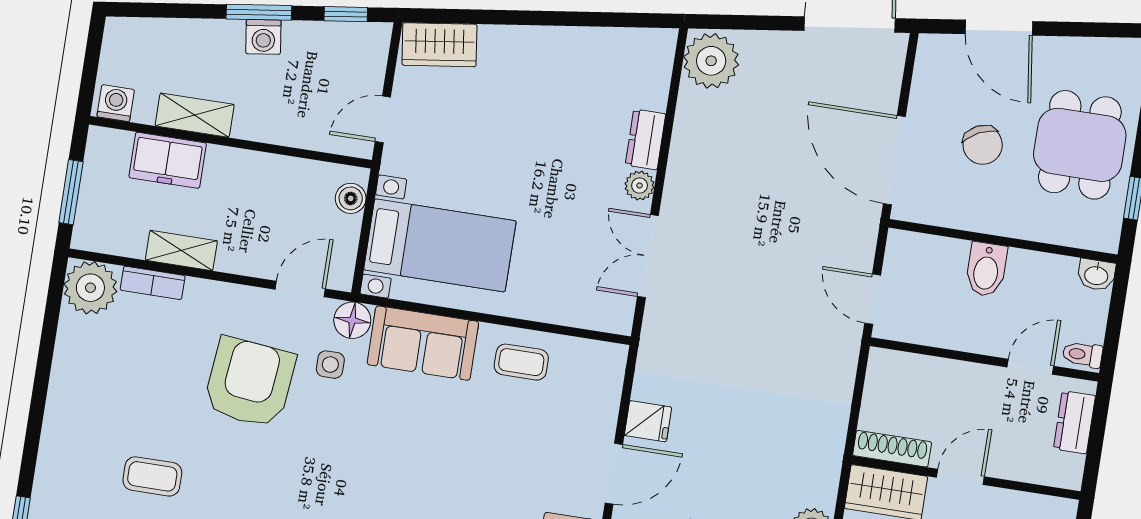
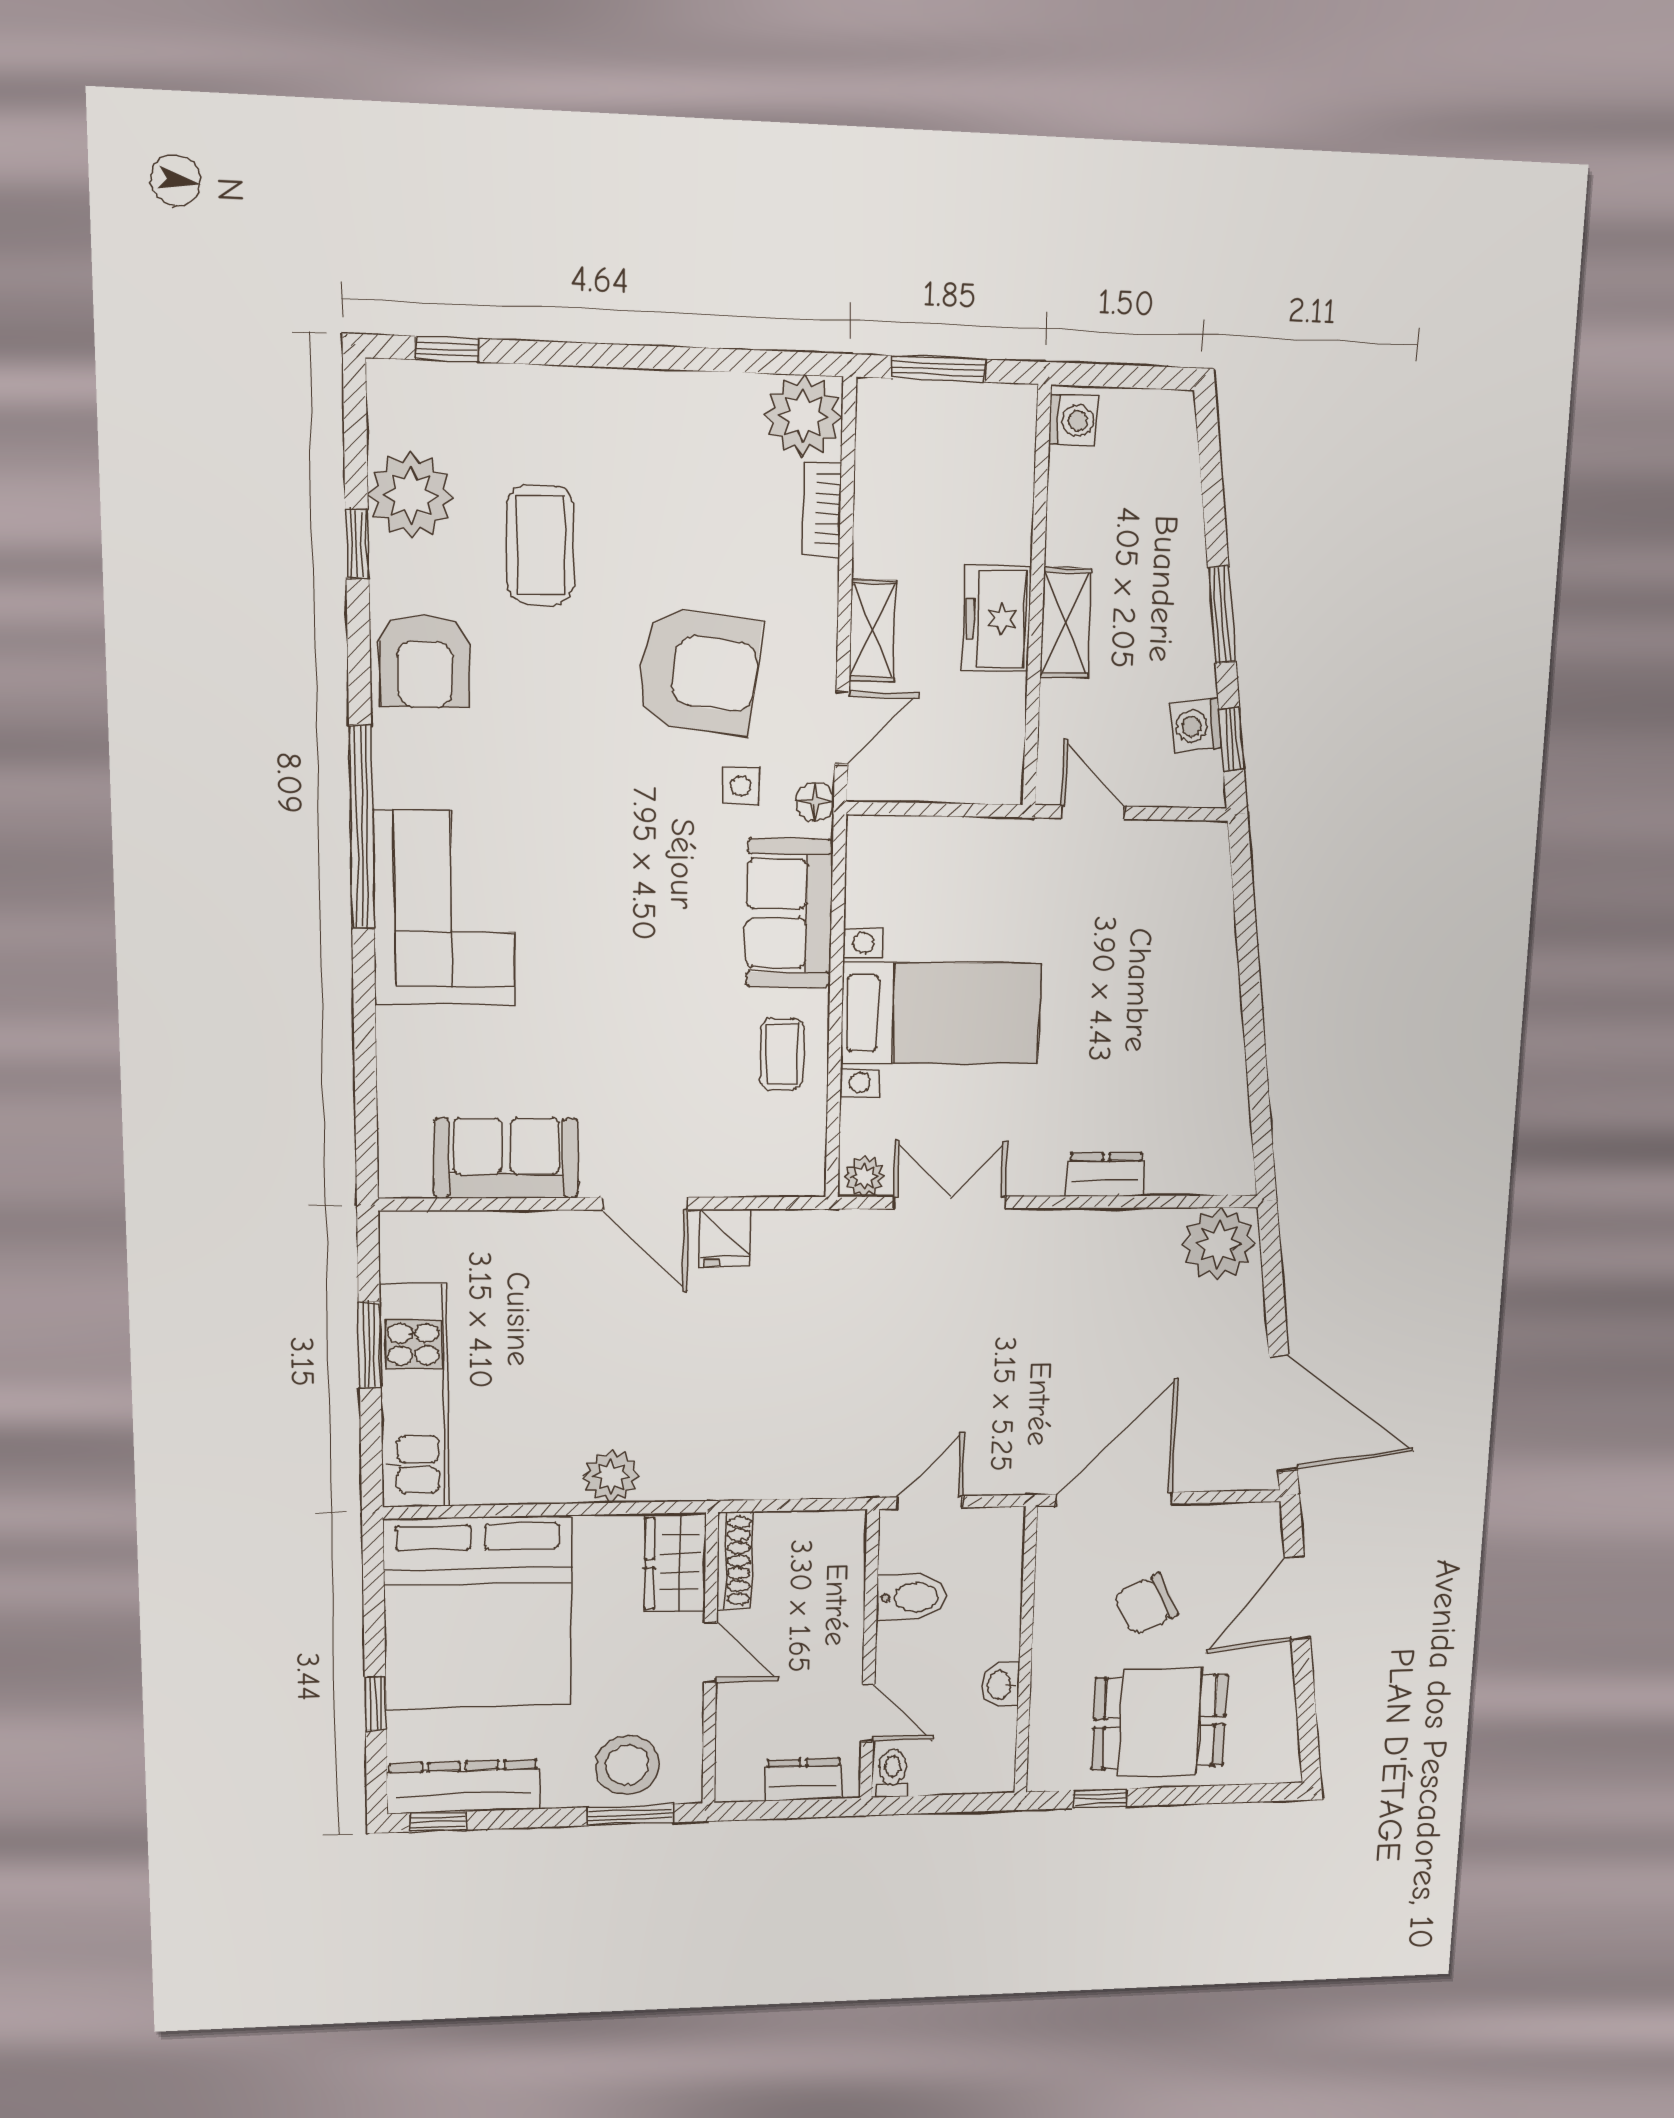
washing machine: (263, 37) -> (1196, 726), moved
wardrobe: (439, 45) -> (1203, 877), removed
shelving: (195, 115) -> (1066, 623), moved
freezer: (168, 160) -> (997, 619), moved
plant: (640, 186) -> (864, 1177), moved
boiler: (351, 198) -> (978, 782), removed
bed with nightstands: (440, 245) -> (941, 1013), moved, turned -90
shelving: (181, 250) -> (872, 630), moved
bidet: (986, 269) -> (911, 1597), moved, turned 180
washbasin: (1096, 275) -> (1000, 1685), moved
door: (300, 289) -> (842, 728), hinge flipped
floor lamp: (352, 320) -> (815, 802), width x0.73, depth x0.73
coffee table: (152, 476) -> (540, 545), width x1.36, depth x1.30

